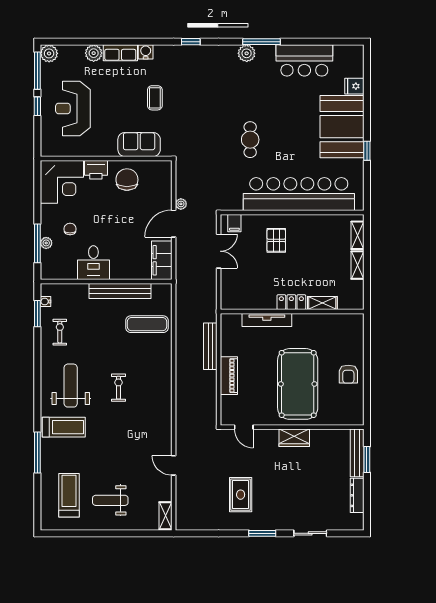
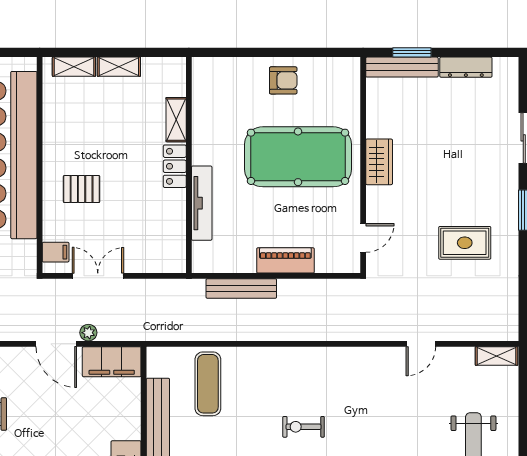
plant: (181, 204) -> (88, 333), moved

